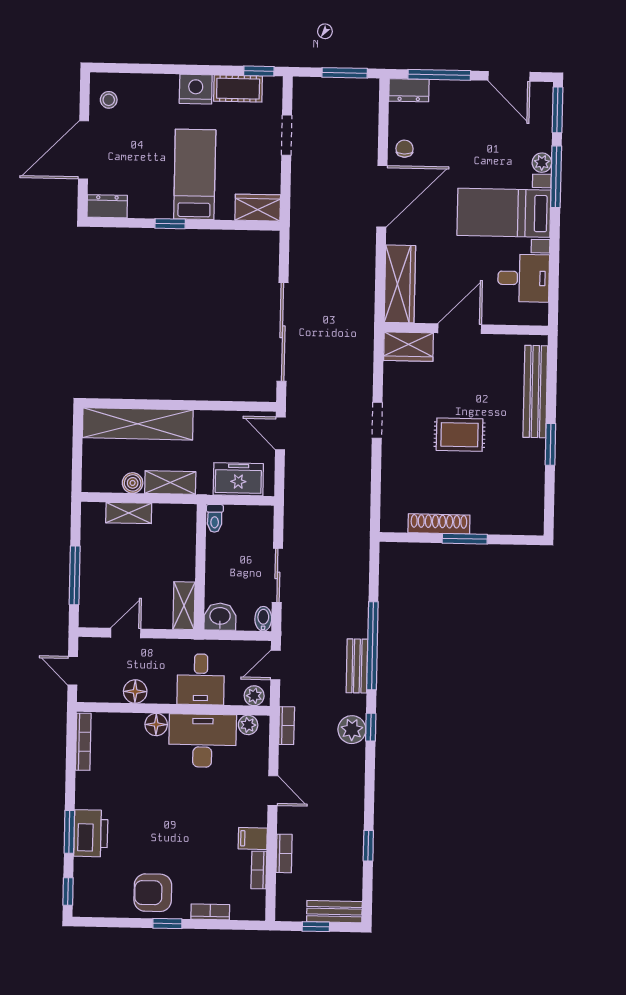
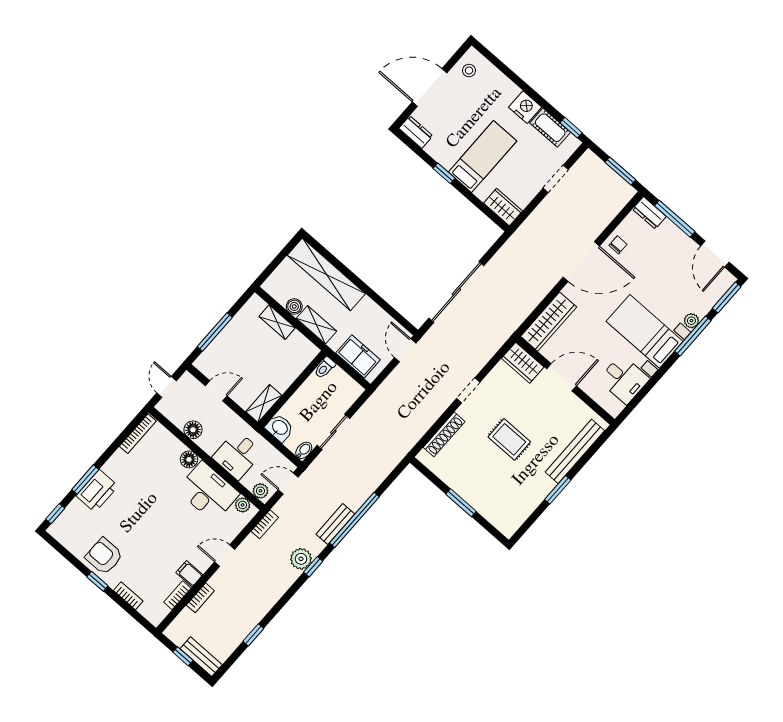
shoe rack: (439, 524) -> (444, 434), moved, turned 90
door: (273, 791) -> (225, 556), swing flipped

